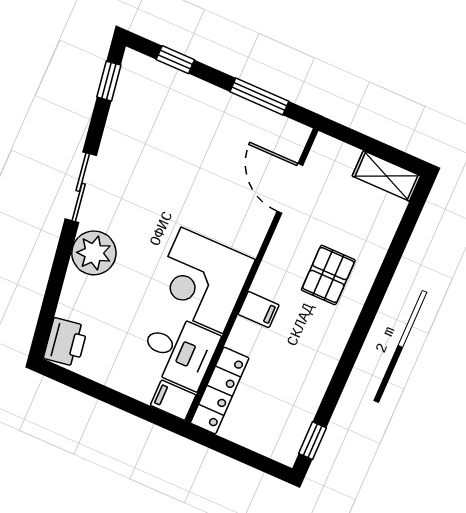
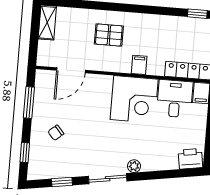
window: (109, 81) -> (62, 182), moved
chair: (191, 125) -> (56, 133), added
plant: (94, 253) -> (134, 166), width x0.53, depth x0.53

